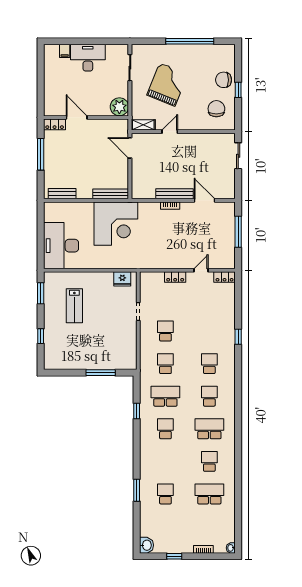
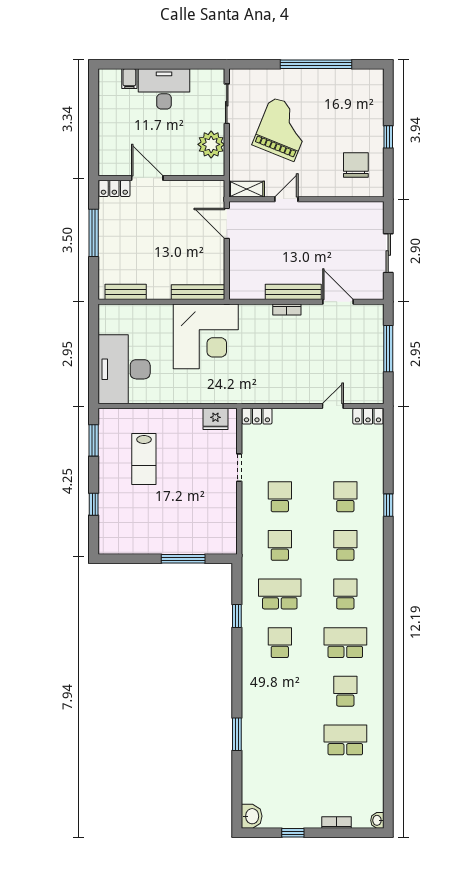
chair: (224, 80) -> (366, 122), removed
plant: (119, 107) -> (211, 144), moved
sliding door: (238, 156) -> (388, 253), moved
locker: (175, 277) -> (257, 416), moved
school desk: (165, 494) -> (345, 497), moved

